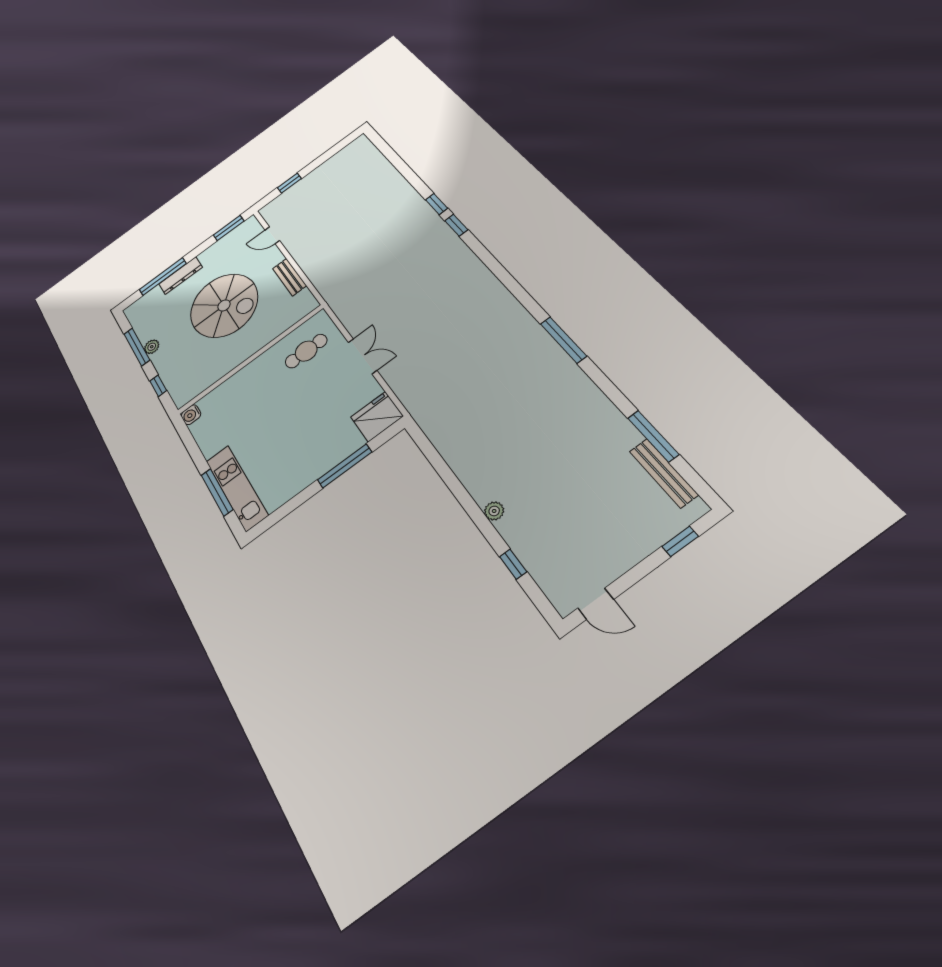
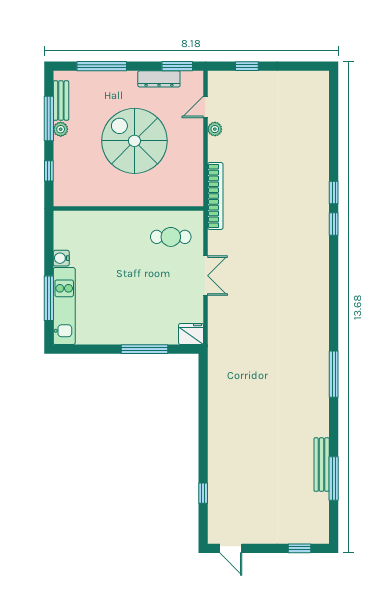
door: (272, 235) -> (206, 107), hinge flipped
dresser: (181, 276) -> (159, 79), moved
bench: (289, 277) -> (61, 101), moved
bookcase: (327, 289) -> (215, 196), added
spiral stairs: (224, 305) -> (134, 141), turned 180
water cooler: (191, 415) -> (61, 258), moved
fridge: (377, 417) -> (191, 334), width x0.73, depth x0.75
bench: (663, 473) -> (322, 465), moved
plant: (494, 511) -> (215, 129), moved

